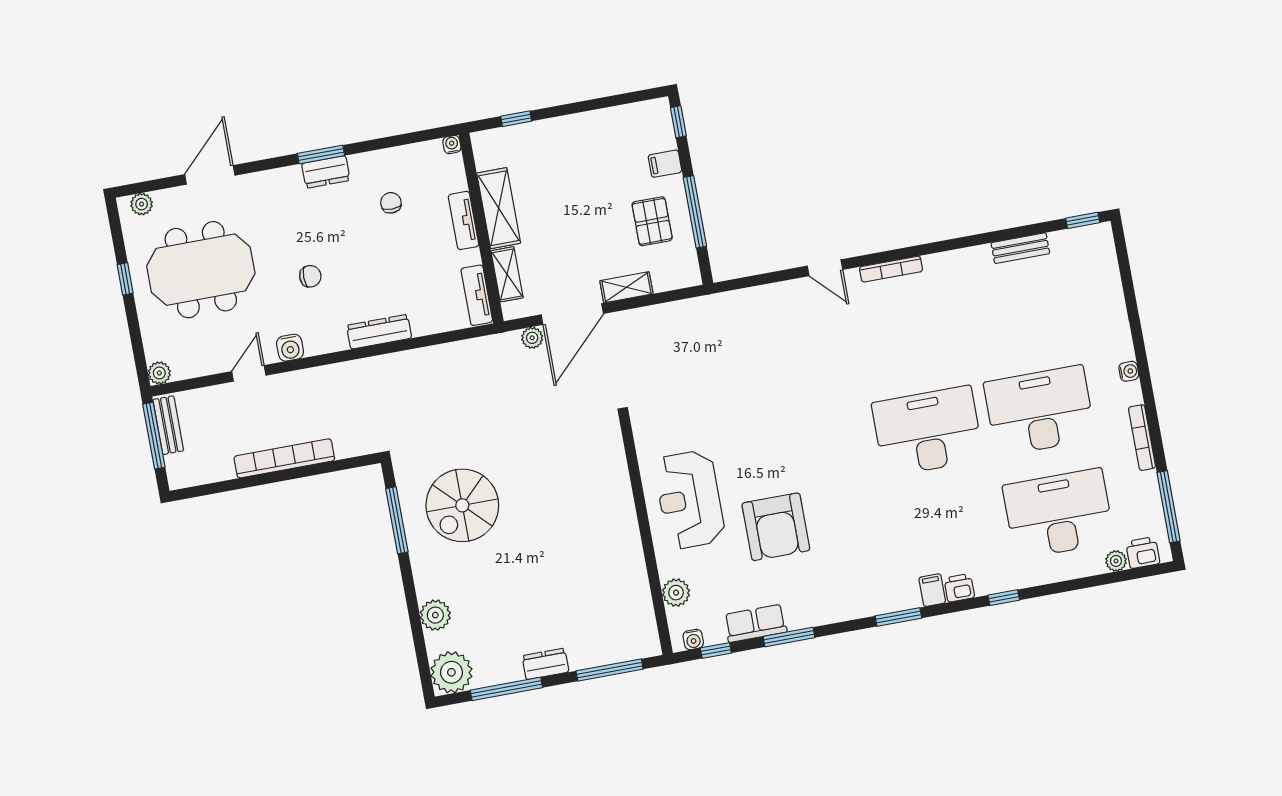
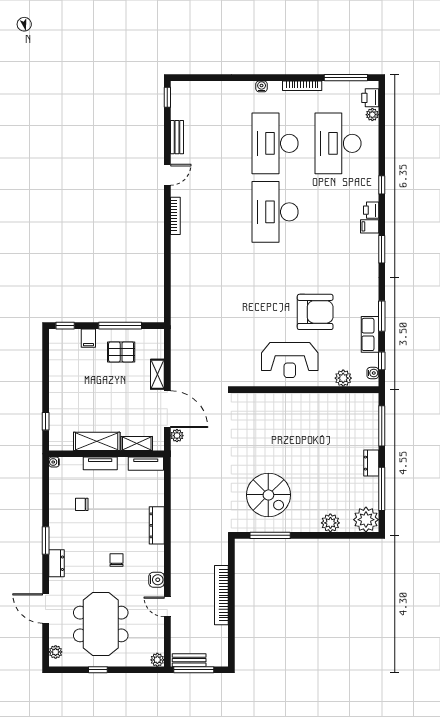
dresser: (326, 172) -> (57, 563), moved
door: (825, 268) -> (167, 175), moved

